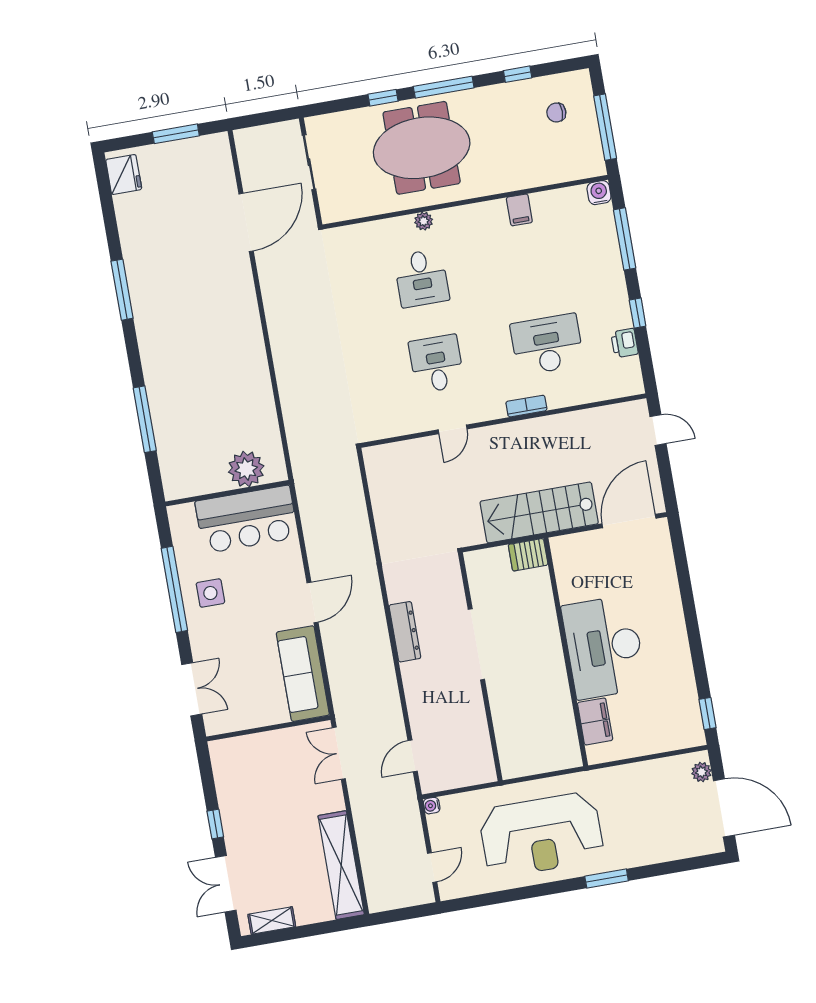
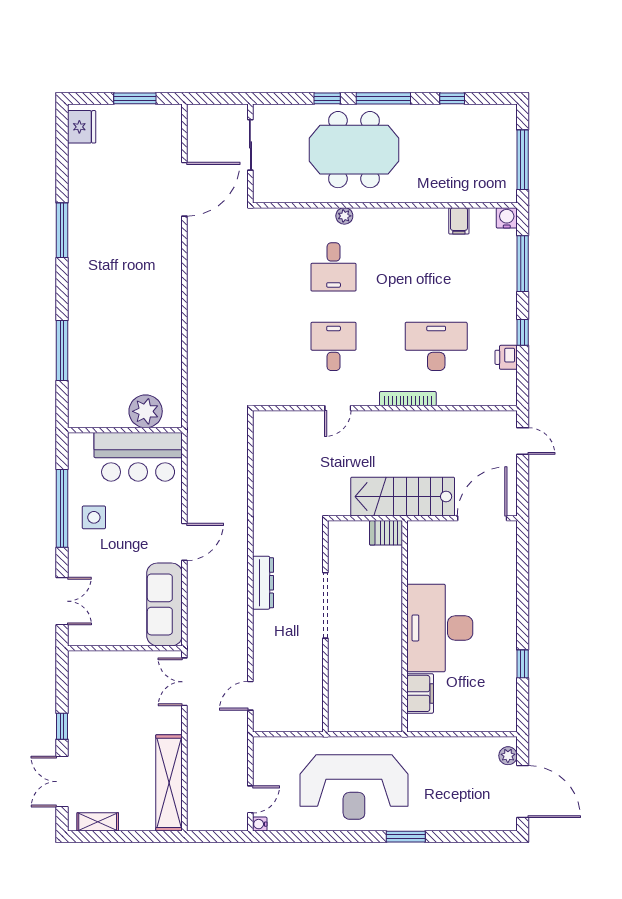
chair: (556, 113) -> (481, 139), removed
filing cabinet: (519, 210) -> (459, 221), moved
bookcase: (526, 406) -> (408, 399), width x1.56
window: (707, 714) -> (523, 664), moved
water cooler: (432, 806) -> (260, 824), moved

